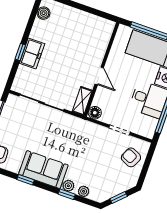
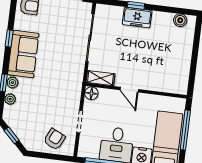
door: (99, 76) -> (129, 90), hinge flipped

